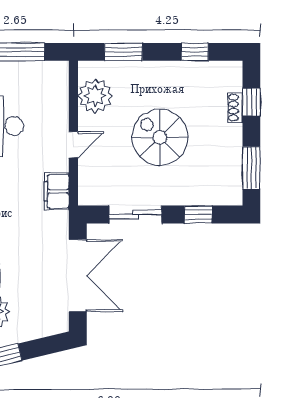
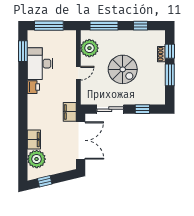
window: (123, 52) -> (104, 26), width x1.44
spiral stairs: (160, 137) -> (123, 69), turned 180
window: (251, 168) -> (170, 75), moved
filing cabinet: (57, 191) -> (70, 112), moved

